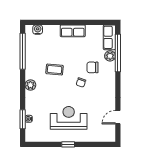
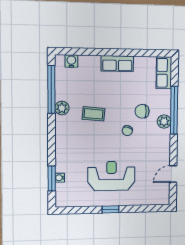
window: (118, 53) -> (174, 110), moved
plant: (110, 56) -> (164, 122), moved
plant: (30, 85) -> (62, 108), moved

